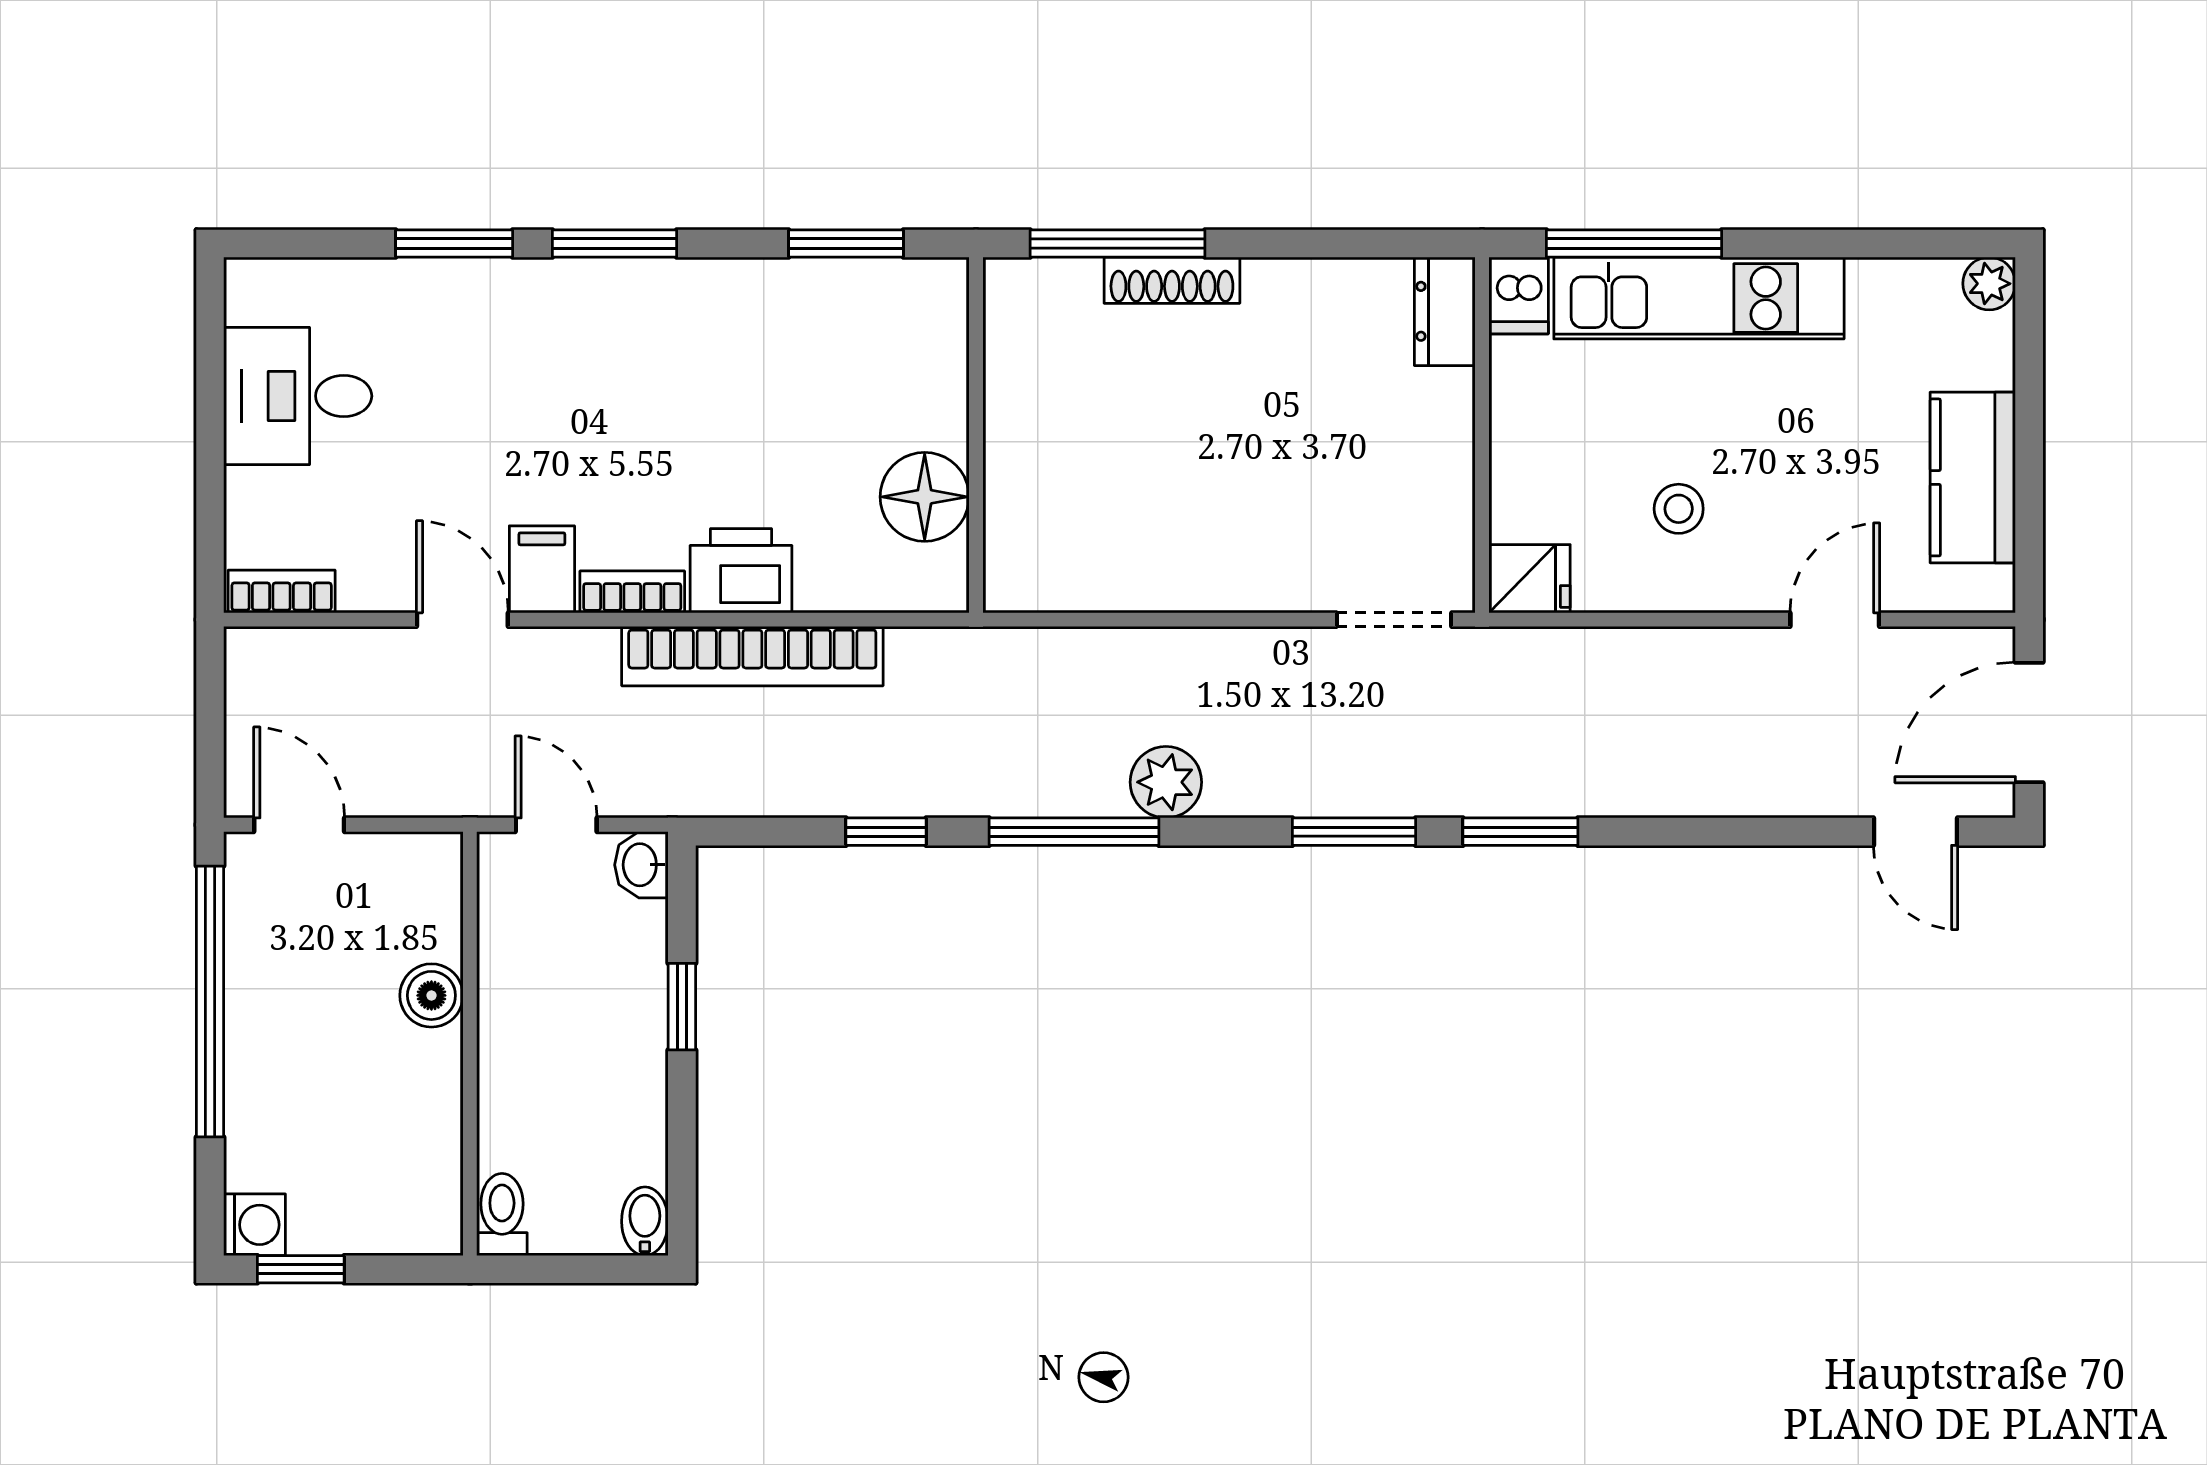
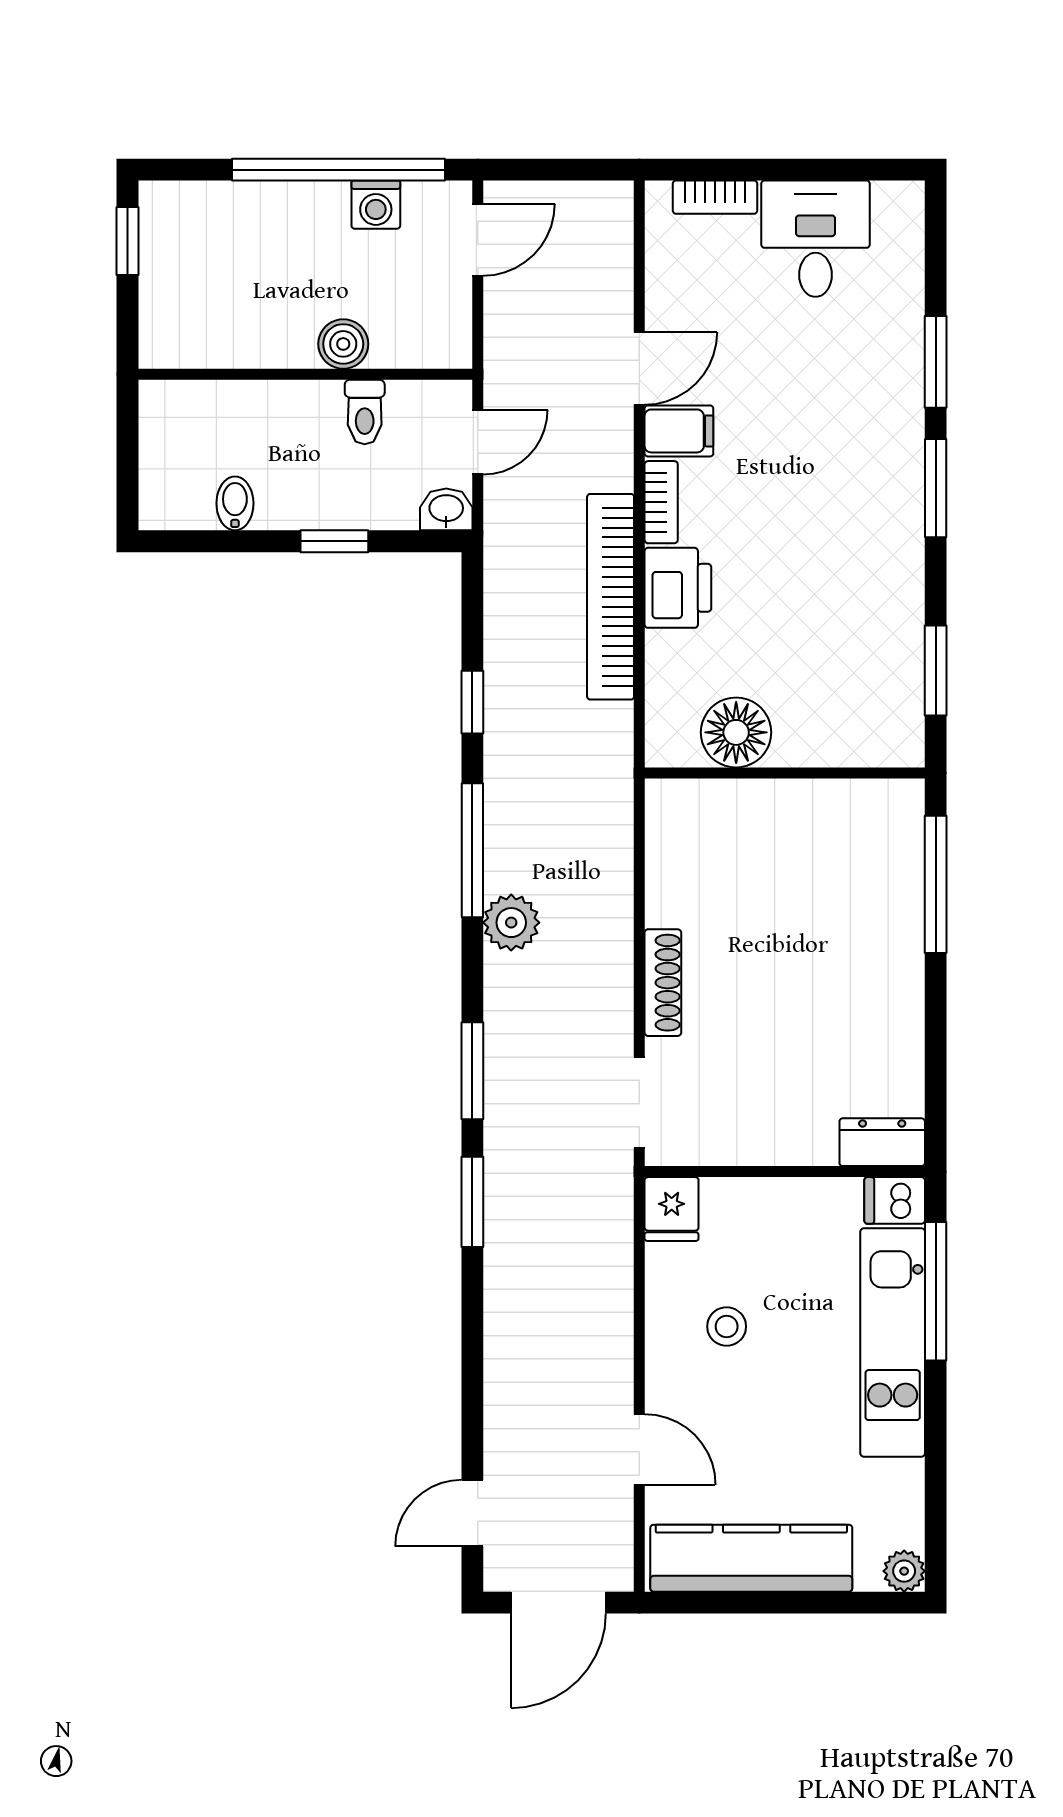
shoe rack: (1172, 280) -> (663, 983), moved, turned 180
kitchen counter: (1973, 477) -> (751, 1558), width x1.50
bookcase: (282, 591) -> (715, 197), moved, turned 90
door: (2029, 723) -> (558, 1603), swing flipped
toilet: (502, 1215) -> (365, 412), moved, turned 90
bidet: (645, 1221) -> (235, 503), moved, turned -90
washing machine: (255, 1225) -> (376, 205), moved

